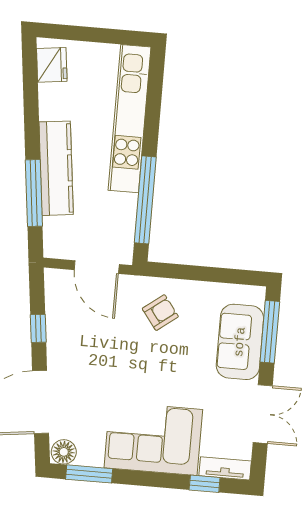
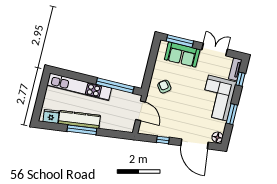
kitchen counter: (56, 168) -> (79, 120), moved
window: (34, 193) -> (82, 130), moved
door: (97, 267) -> (141, 111), hinge flipped
window: (89, 474) -> (232, 114), moved

